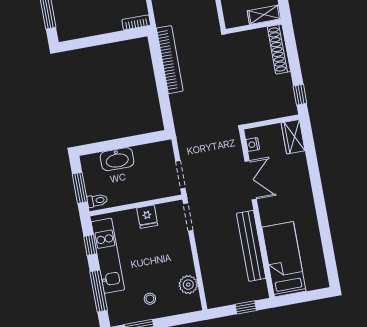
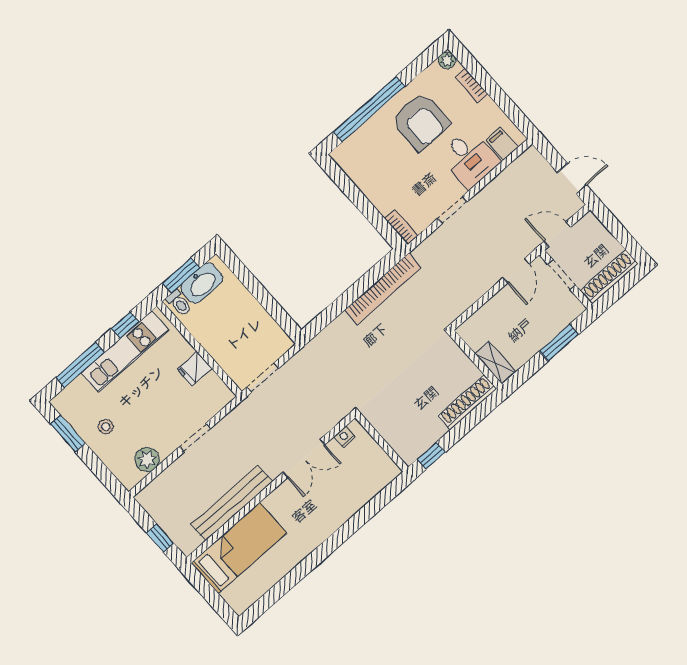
wardrobe: (293, 137) -> (380, 476), removed
washbasin: (117, 159) -> (202, 283), moved, turned -90
doorway: (188, 217) -> (195, 438), moved

